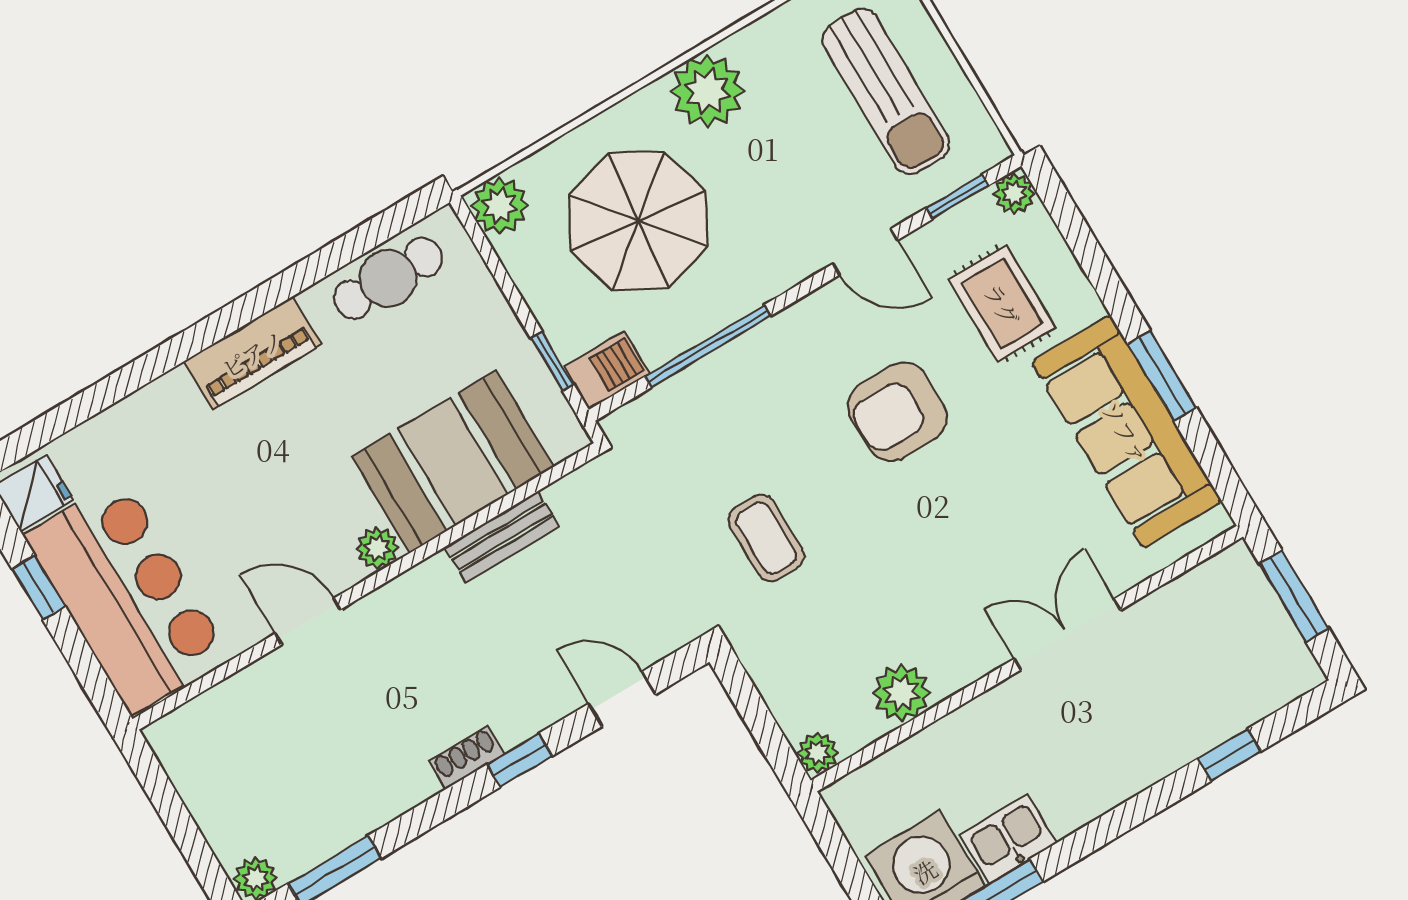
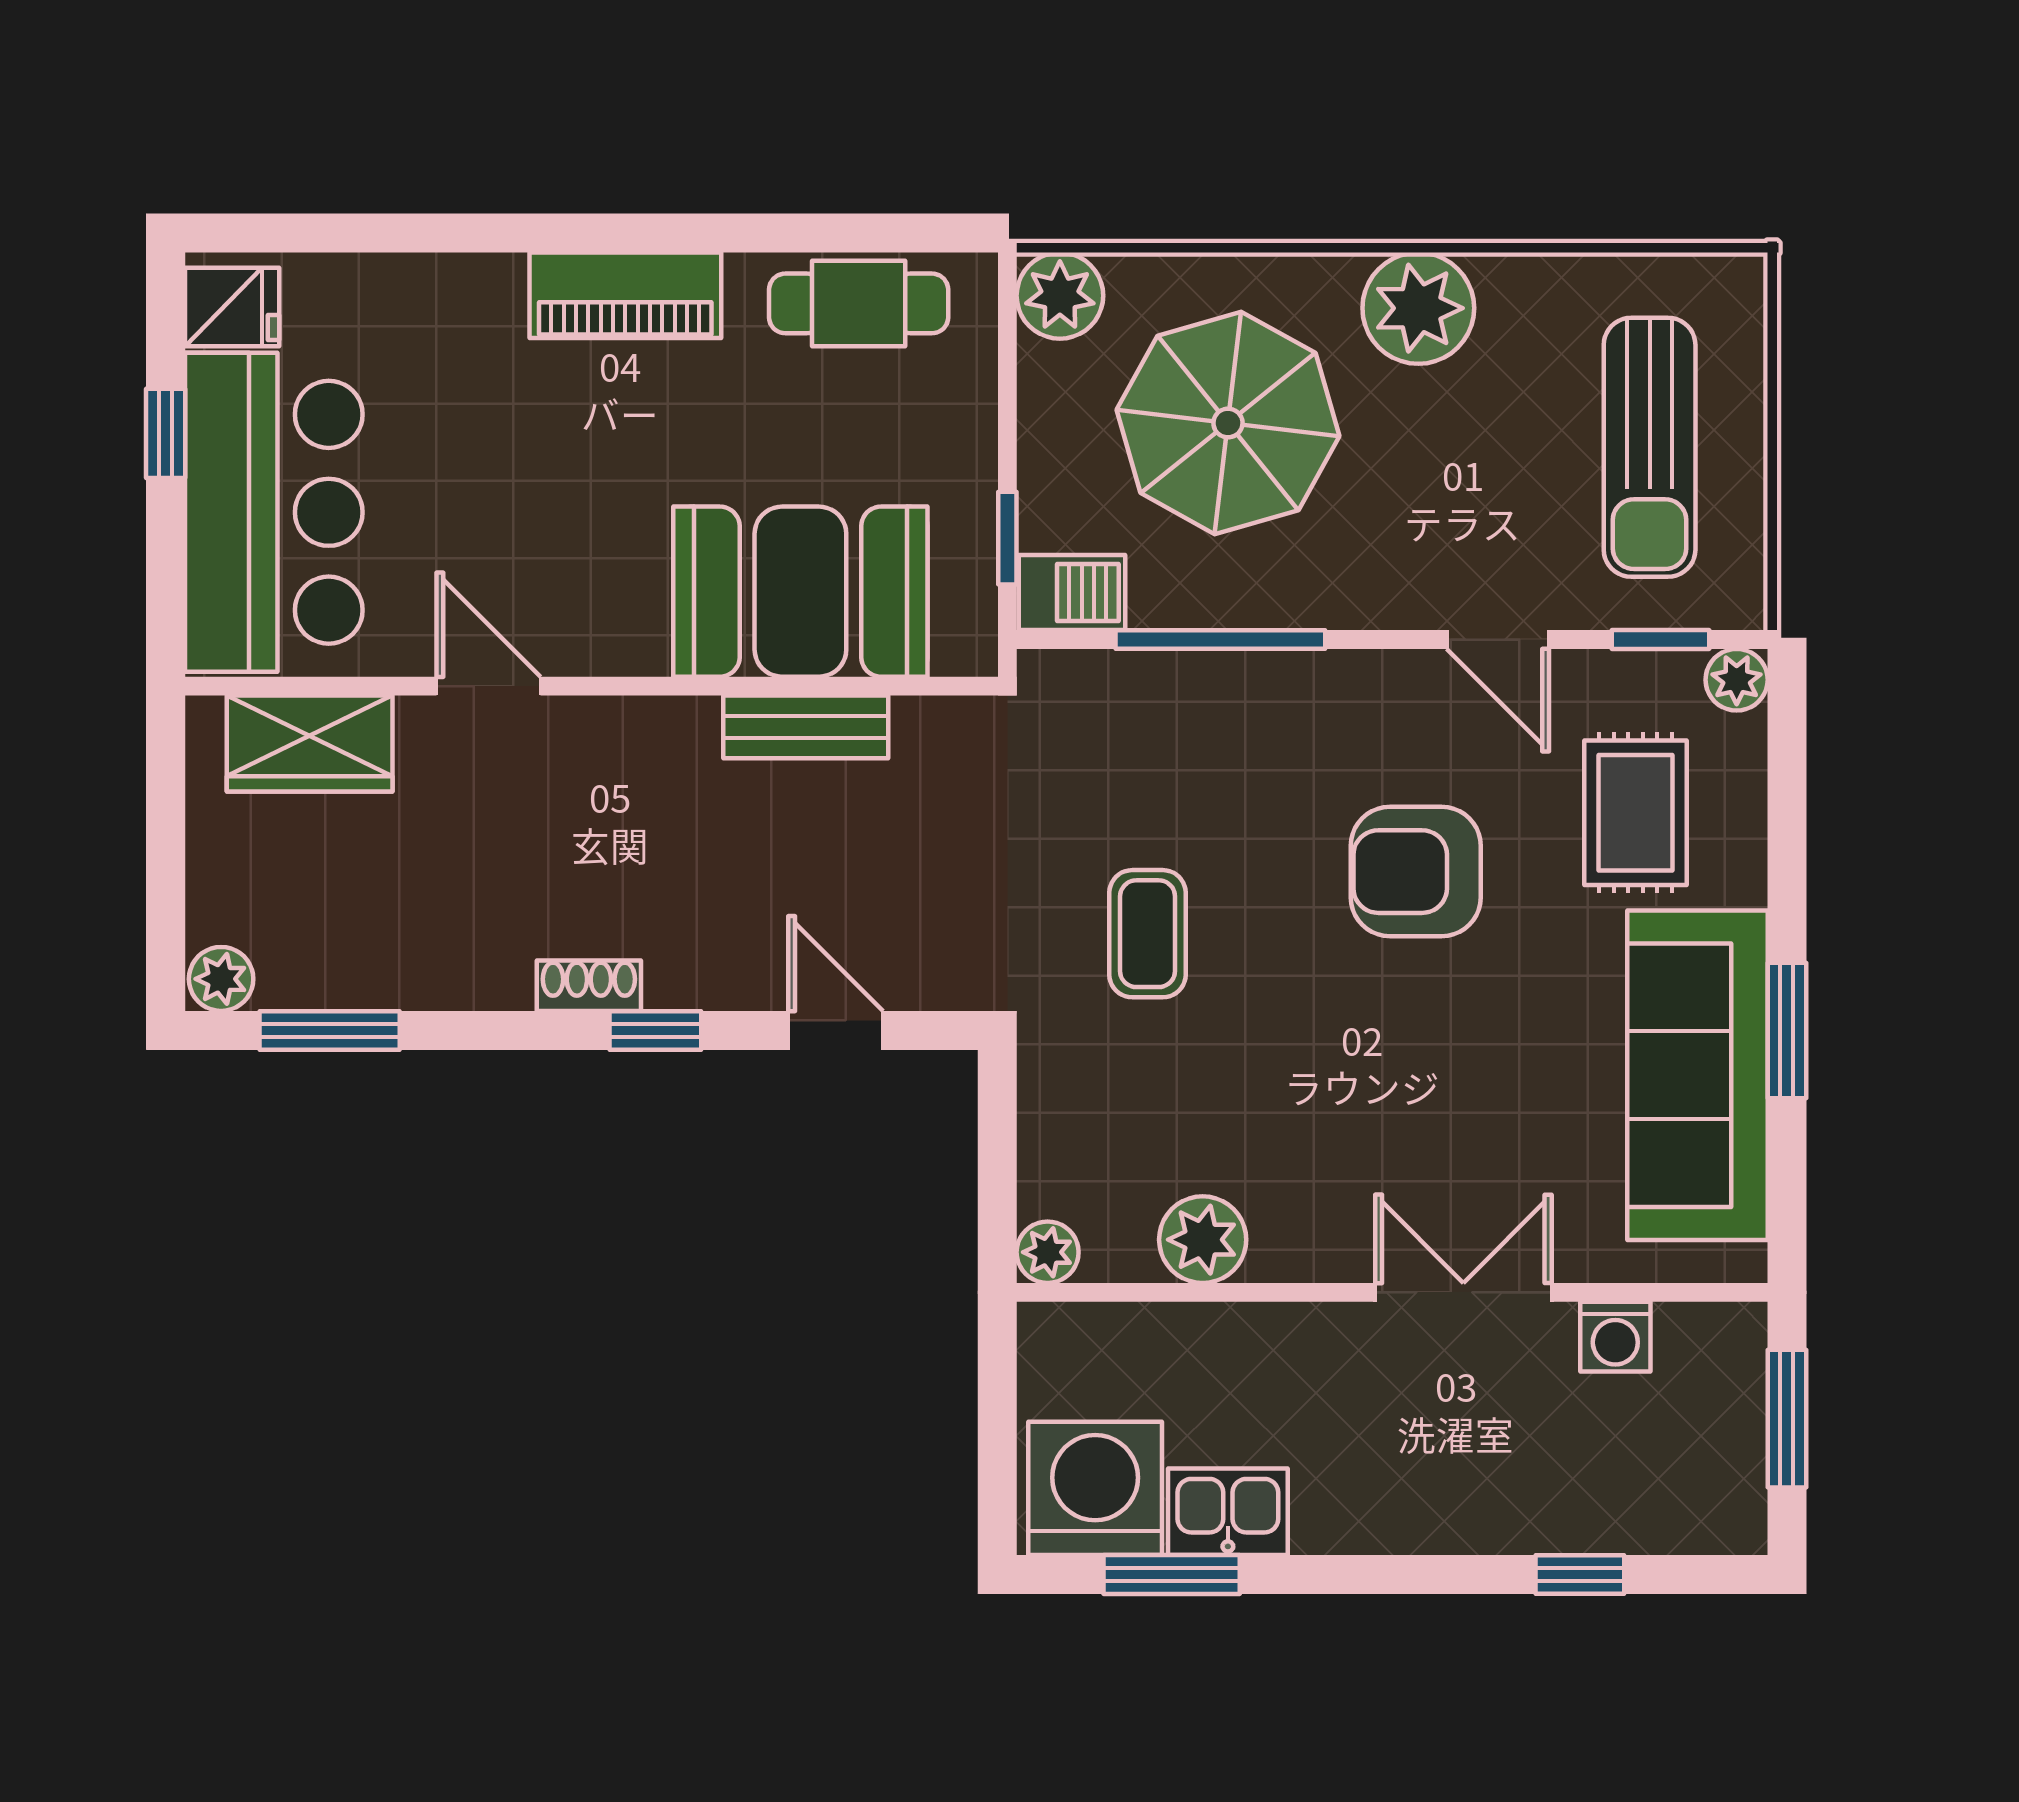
plant: (377, 548) -> (635, 645), removed
washing machine: (1169, 608) -> (1615, 1337), added
wardrobe: (226, 715) -> (310, 744), added

